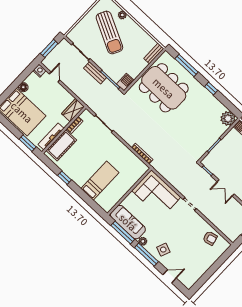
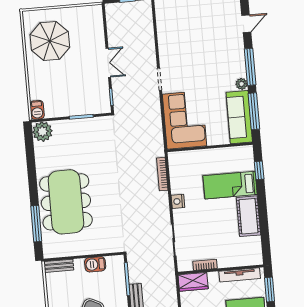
barbecue: (125, 82) -> (95, 264), moved
dining table: (164, 88) -> (66, 202), moved
window: (211, 88) -> (32, 178), removed
cot: (61, 145) -> (248, 216), moved, turned 90
nightstand: (120, 146) -> (178, 201), added
window: (64, 178) -> (259, 170), moved
armchair: (210, 238) -> (170, 26), removed
side table: (163, 250) -> (228, 57), removed
door: (170, 276) -> (246, 24), swing flipped

